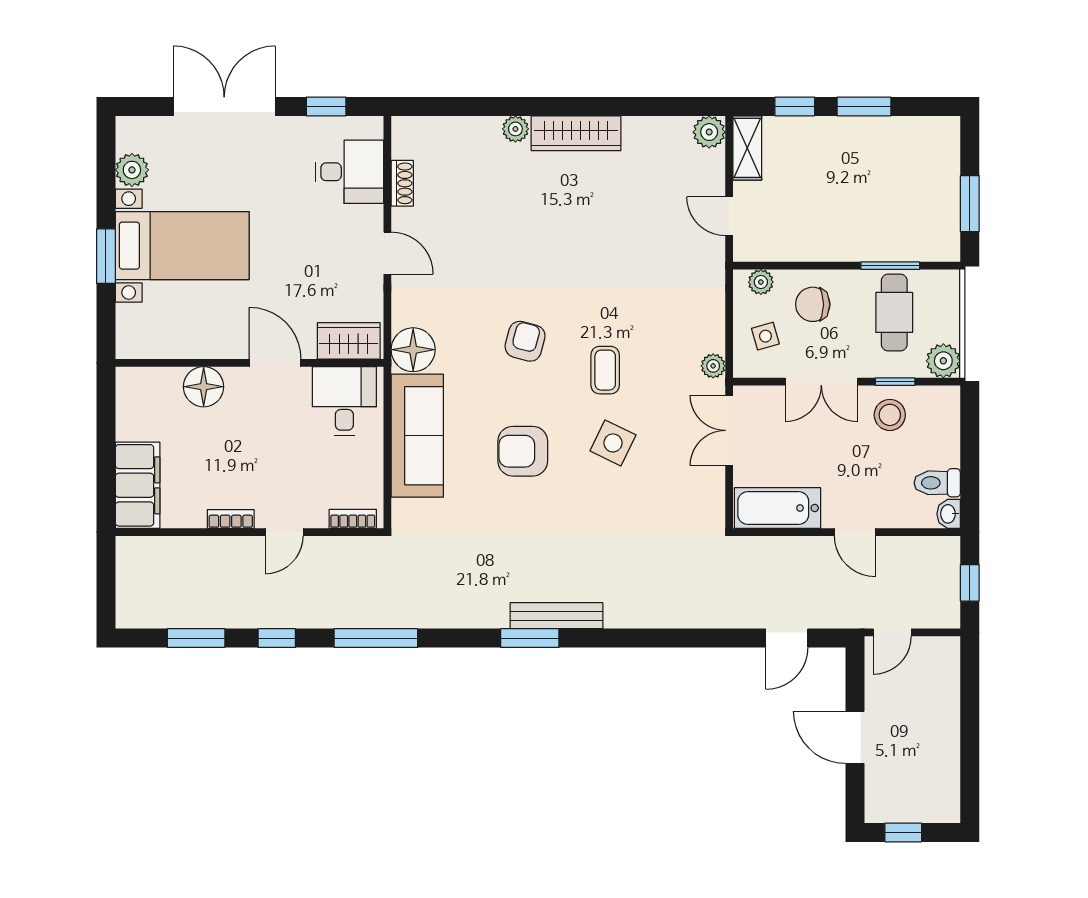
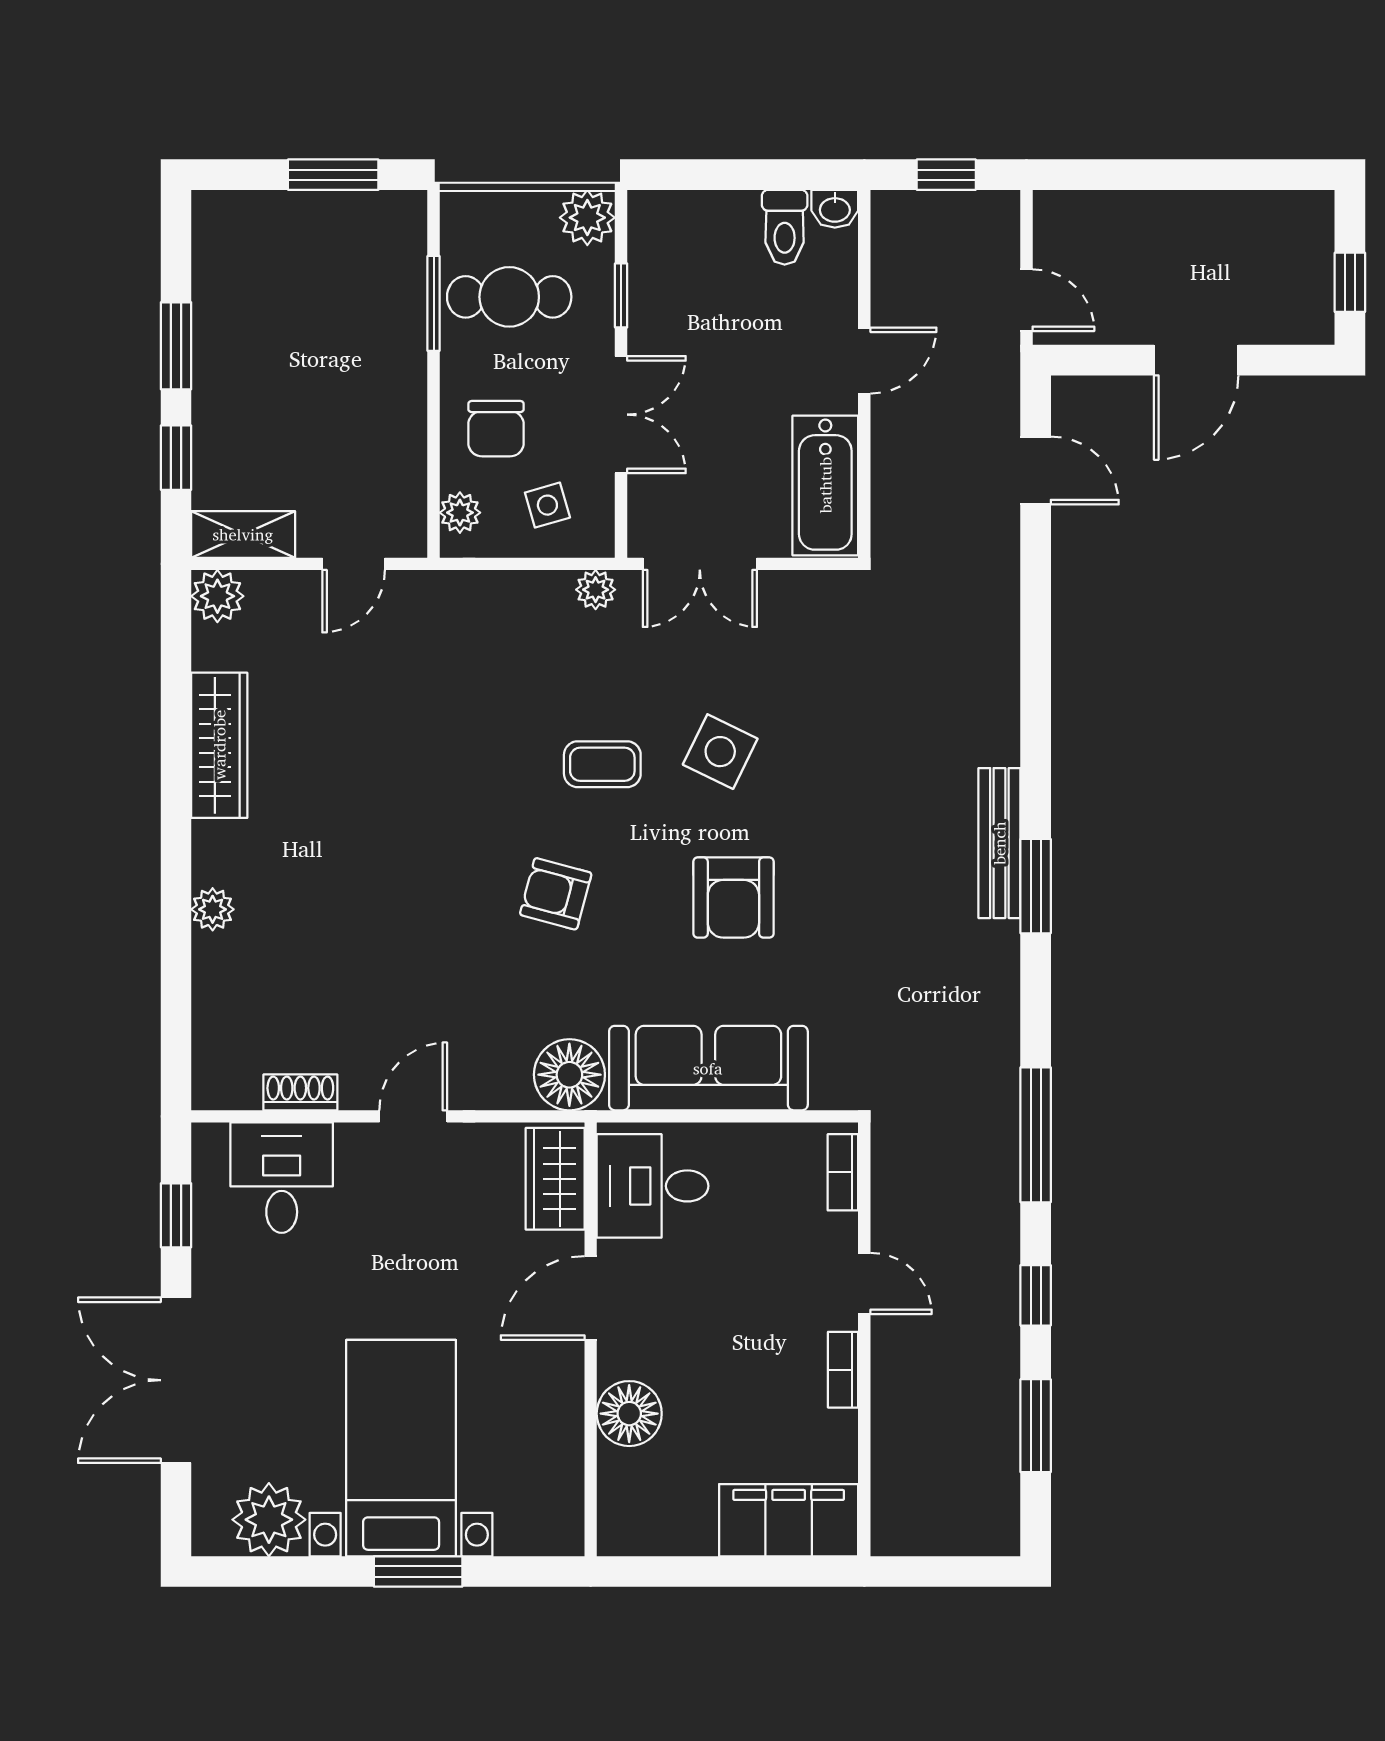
wardrobe: (576, 133) -> (219, 745), moved
plant: (132, 170) -> (269, 1520), width x1.36, depth x1.36
stool: (890, 415) -> (675, 304), removed

